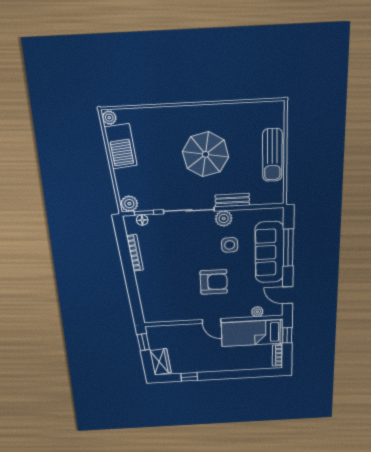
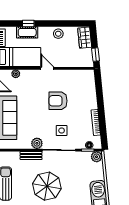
side table: (230, 245) -> (62, 131), moved
armchair: (214, 282) -> (58, 101), moved
stool: (198, 364) -> (58, 34), added
cot: (242, 364) -> (27, 32), added
window: (189, 377) -> (28, 24), moved

